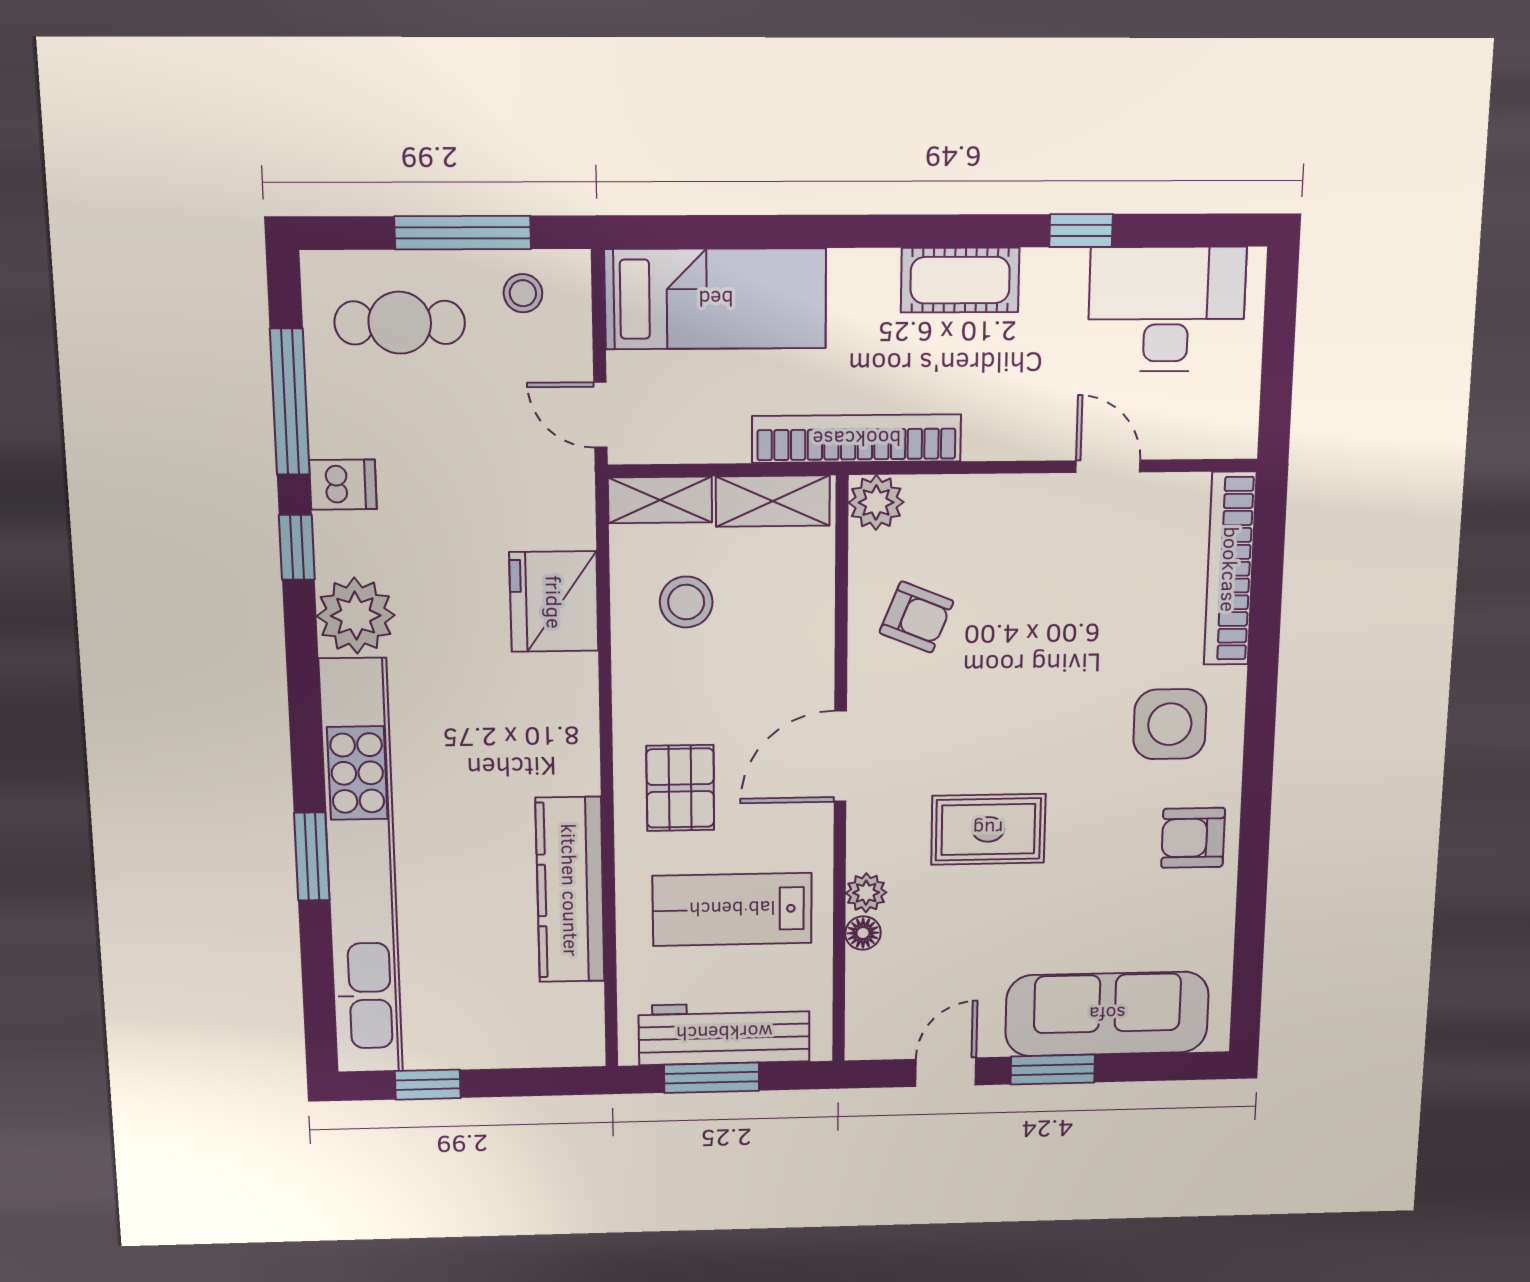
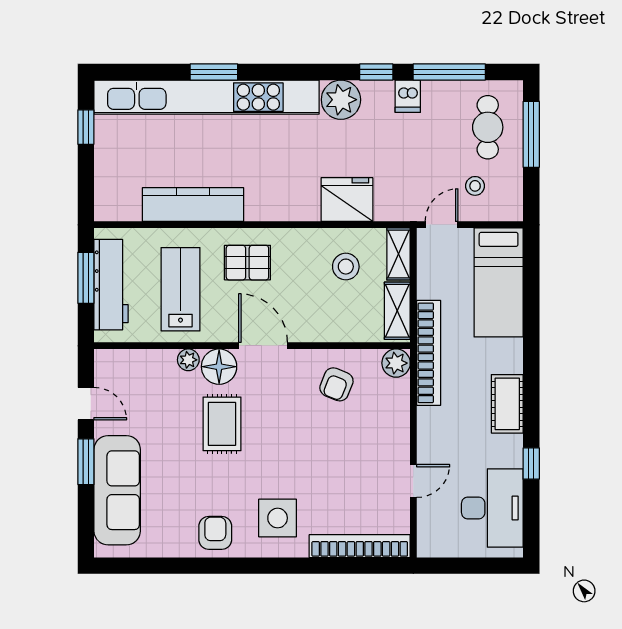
window: (463, 233) -> (531, 134), moved
stool: (523, 293) -> (475, 186), moved
floor lamp: (863, 933) -> (219, 367), moved, width x1.89, depth x1.89

